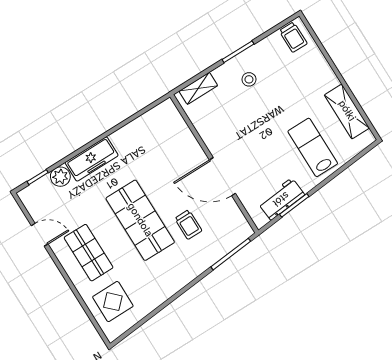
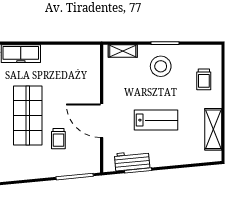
trolley: (293, 37) -> (204, 79), moved
stool: (249, 79) -> (161, 66), width x1.89, depth x1.89
lab bench: (313, 147) -> (156, 120), moved, turned 90

